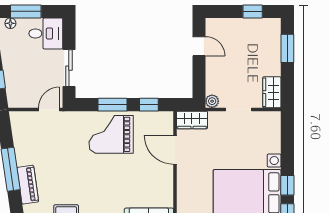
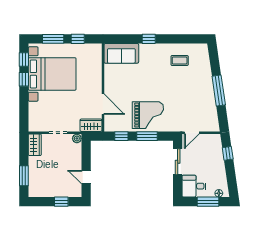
window: (253, 11) -> (61, 202), moved
piano: (28, 185) -> (207, 80), removed

